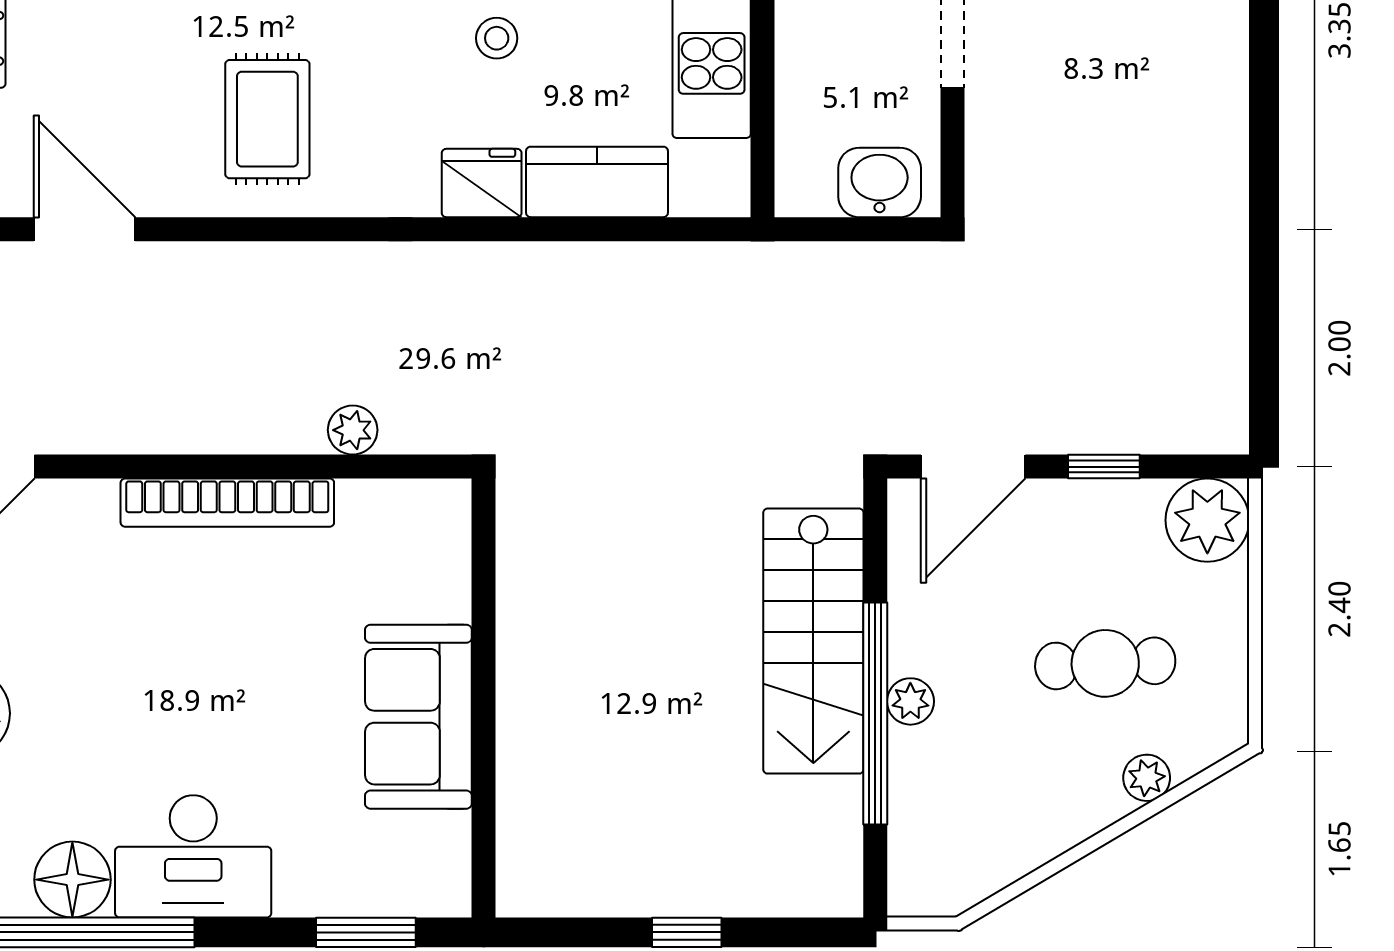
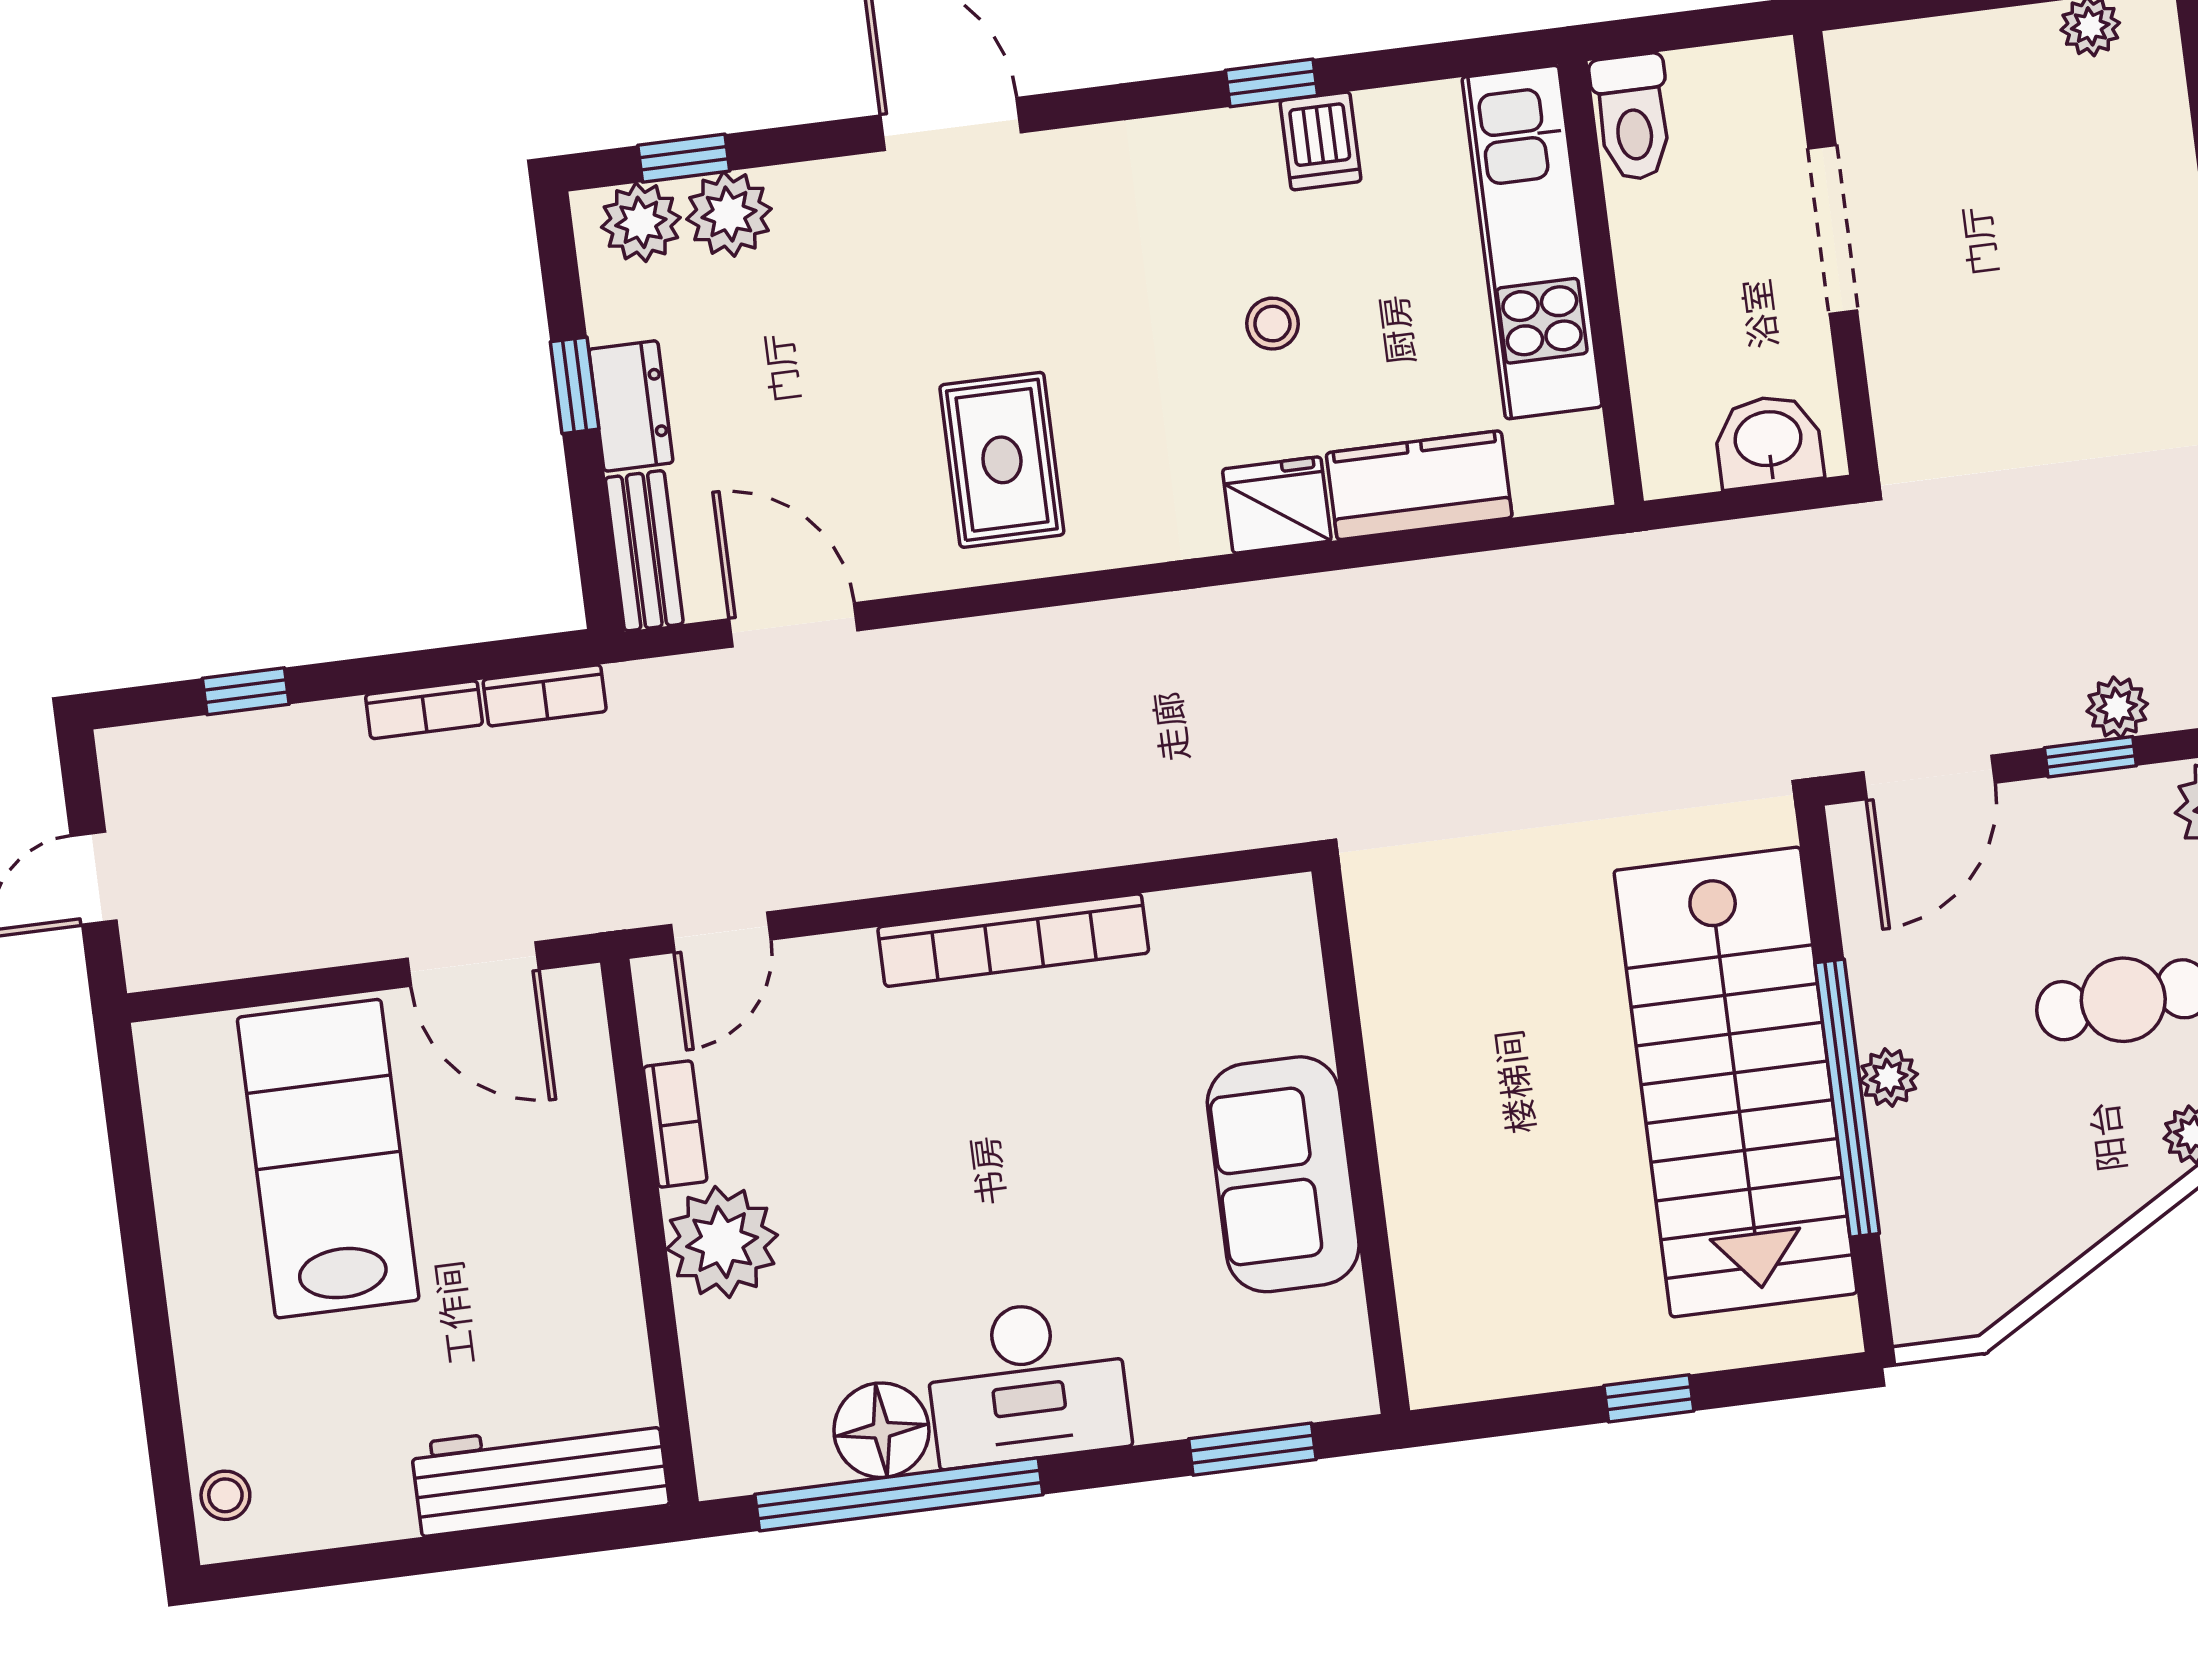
plant: (353, 430) -> (2117, 707), moved
stairs: (813, 641) -> (1735, 1082), width x1.36, depth x1.51

